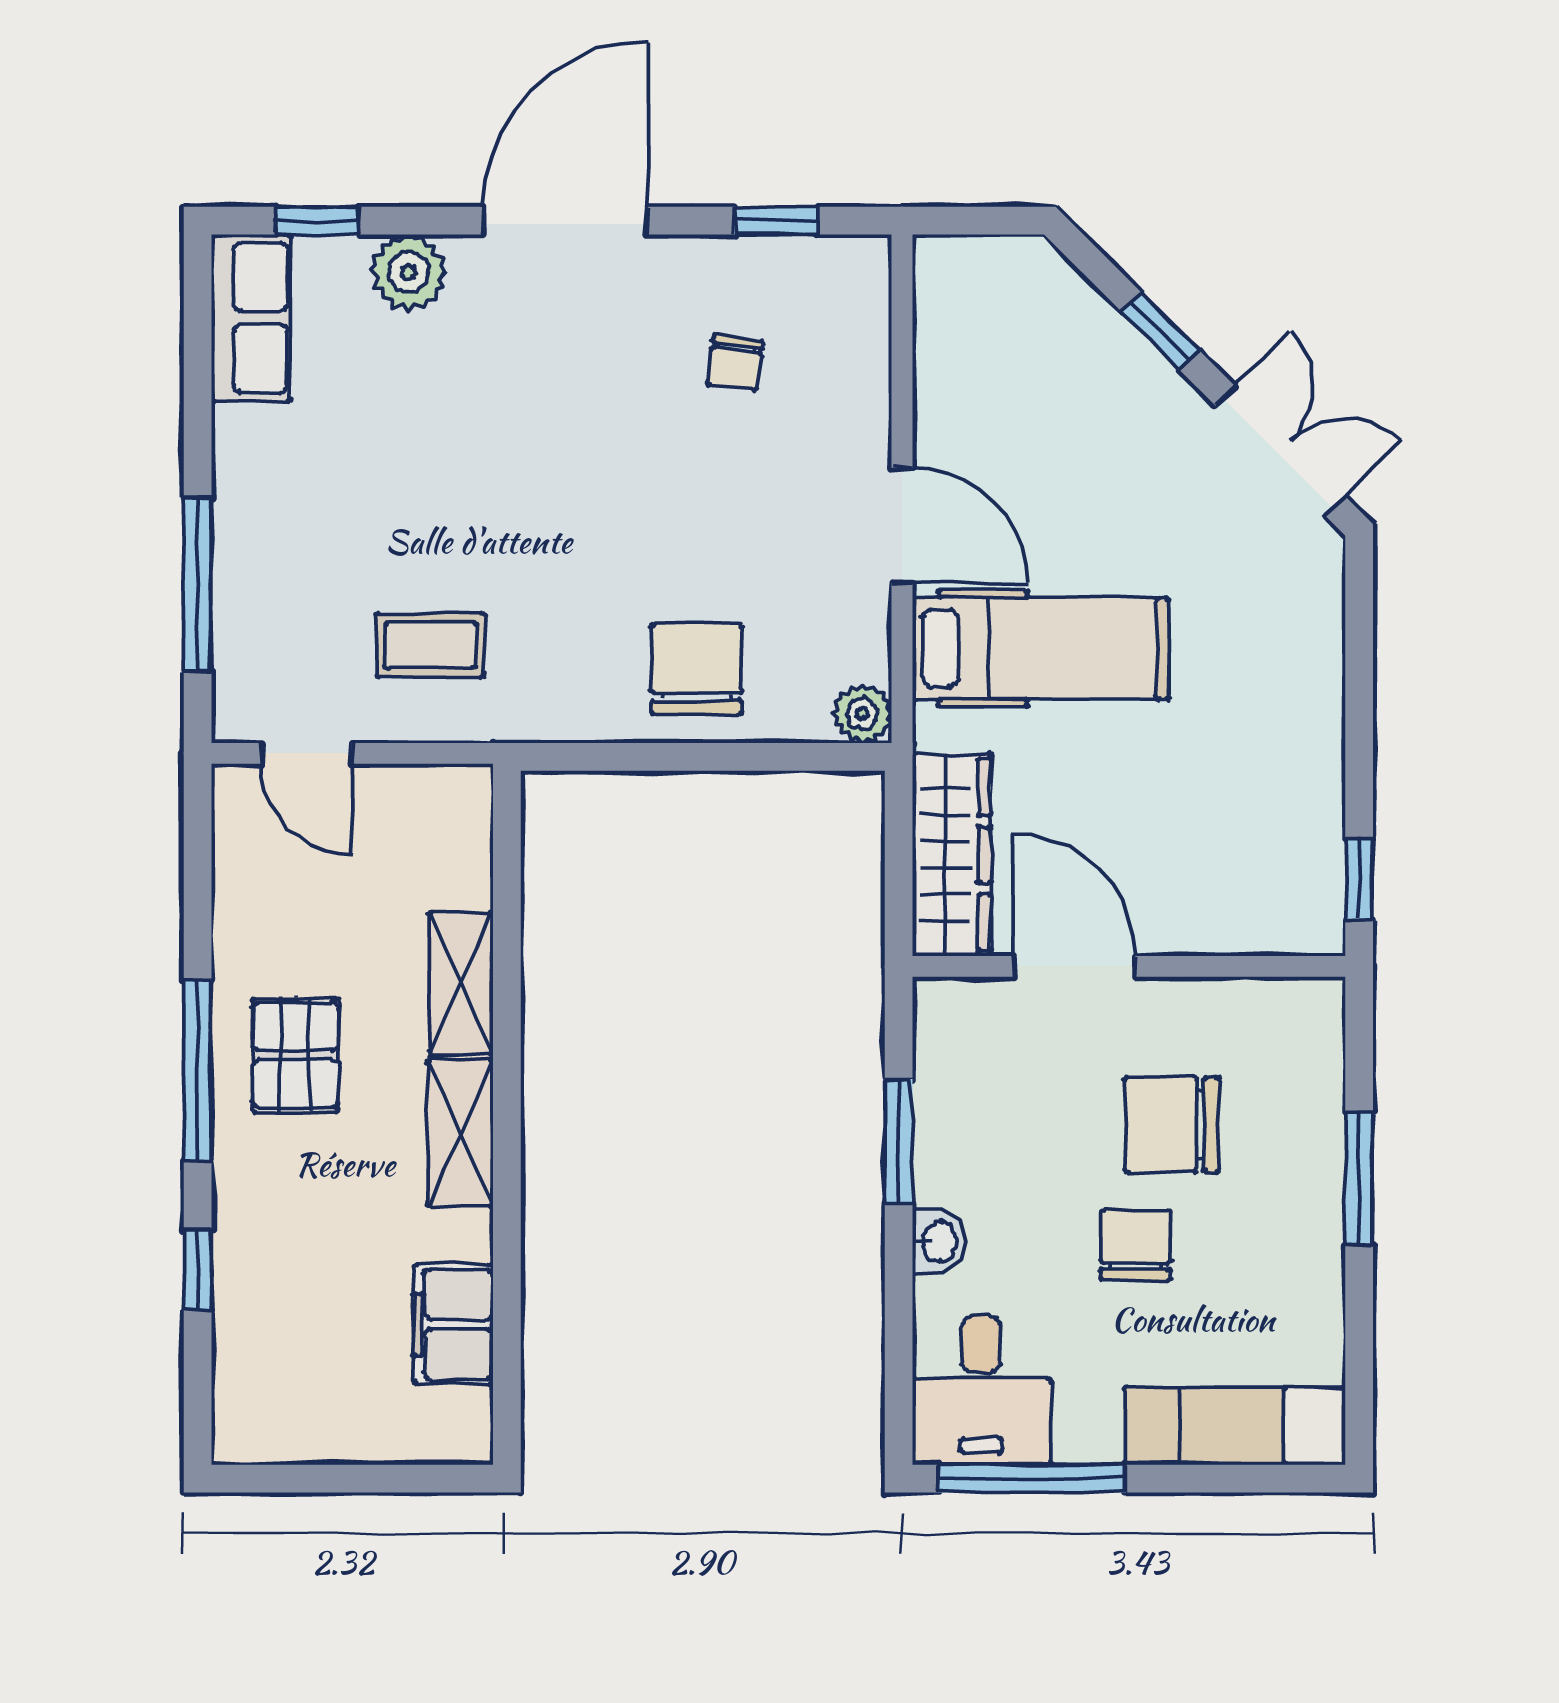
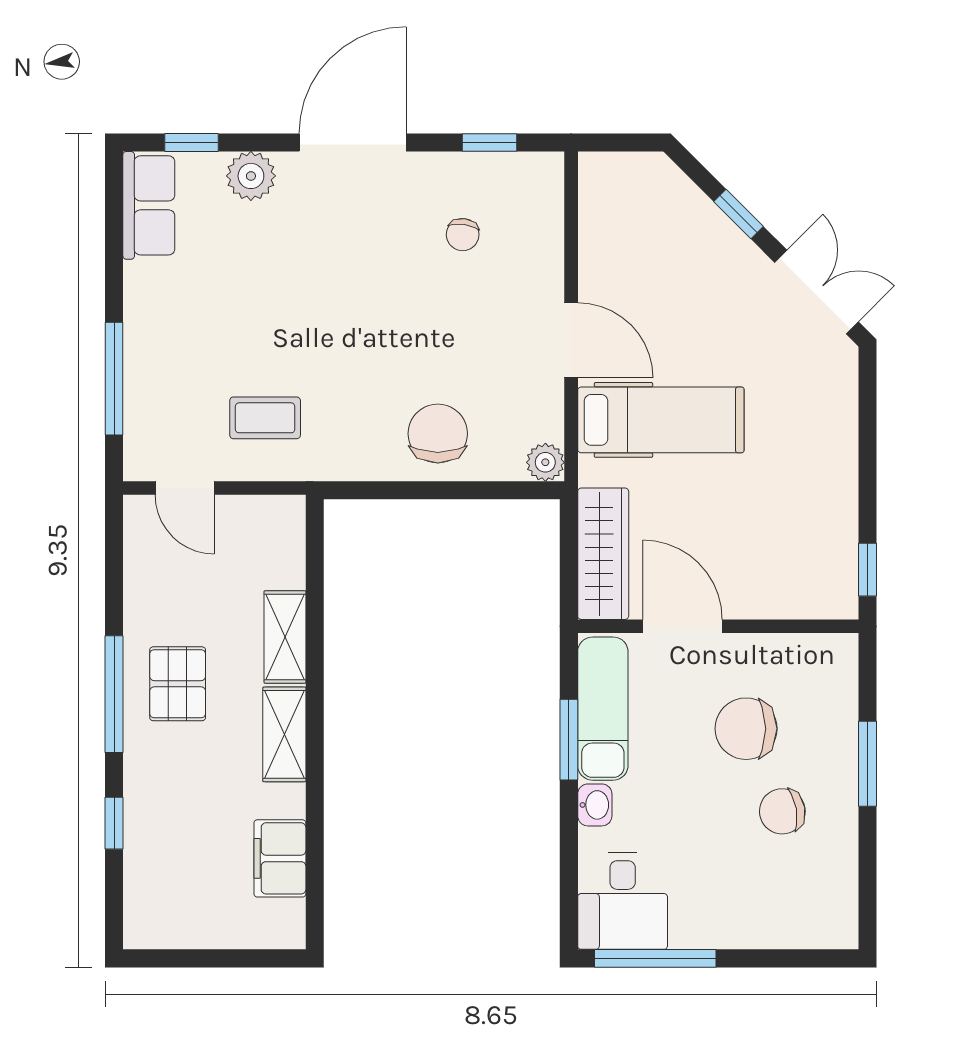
chair: (1136, 1245) -> (782, 811), moved, turned -100
exam couch: (1235, 1426) -> (603, 709), moved, turned 90

